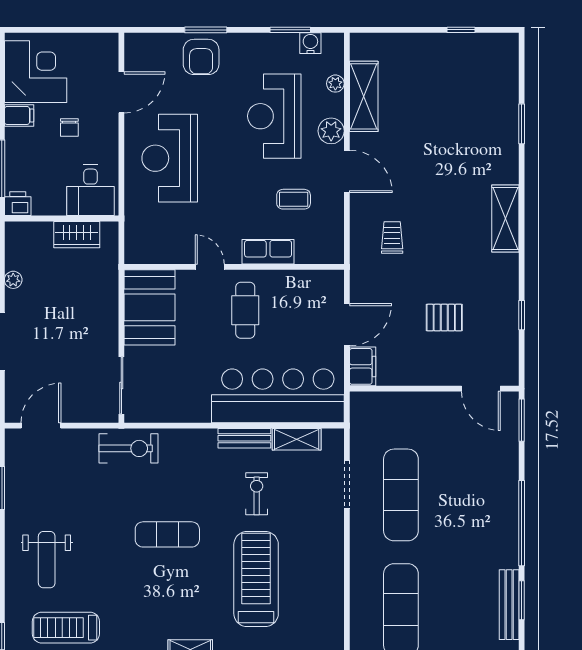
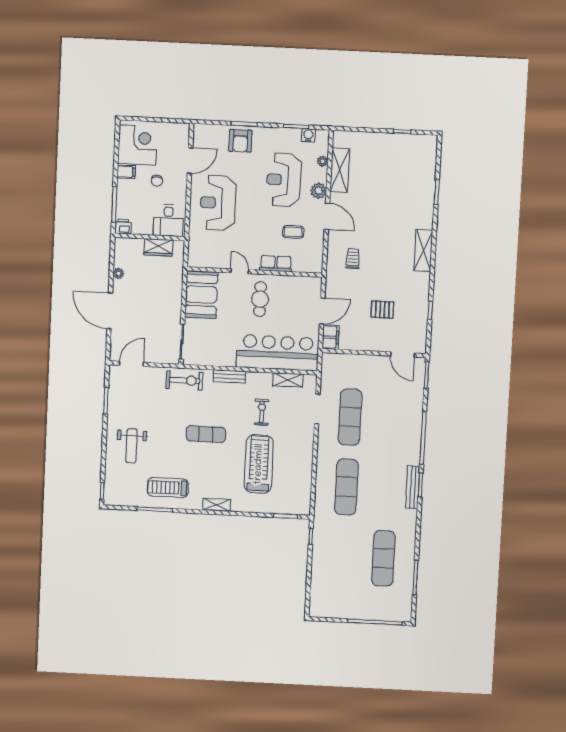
bench: (244, 438) -> (229, 376), moved
treadmill: (66, 628) -> (168, 488), moved

